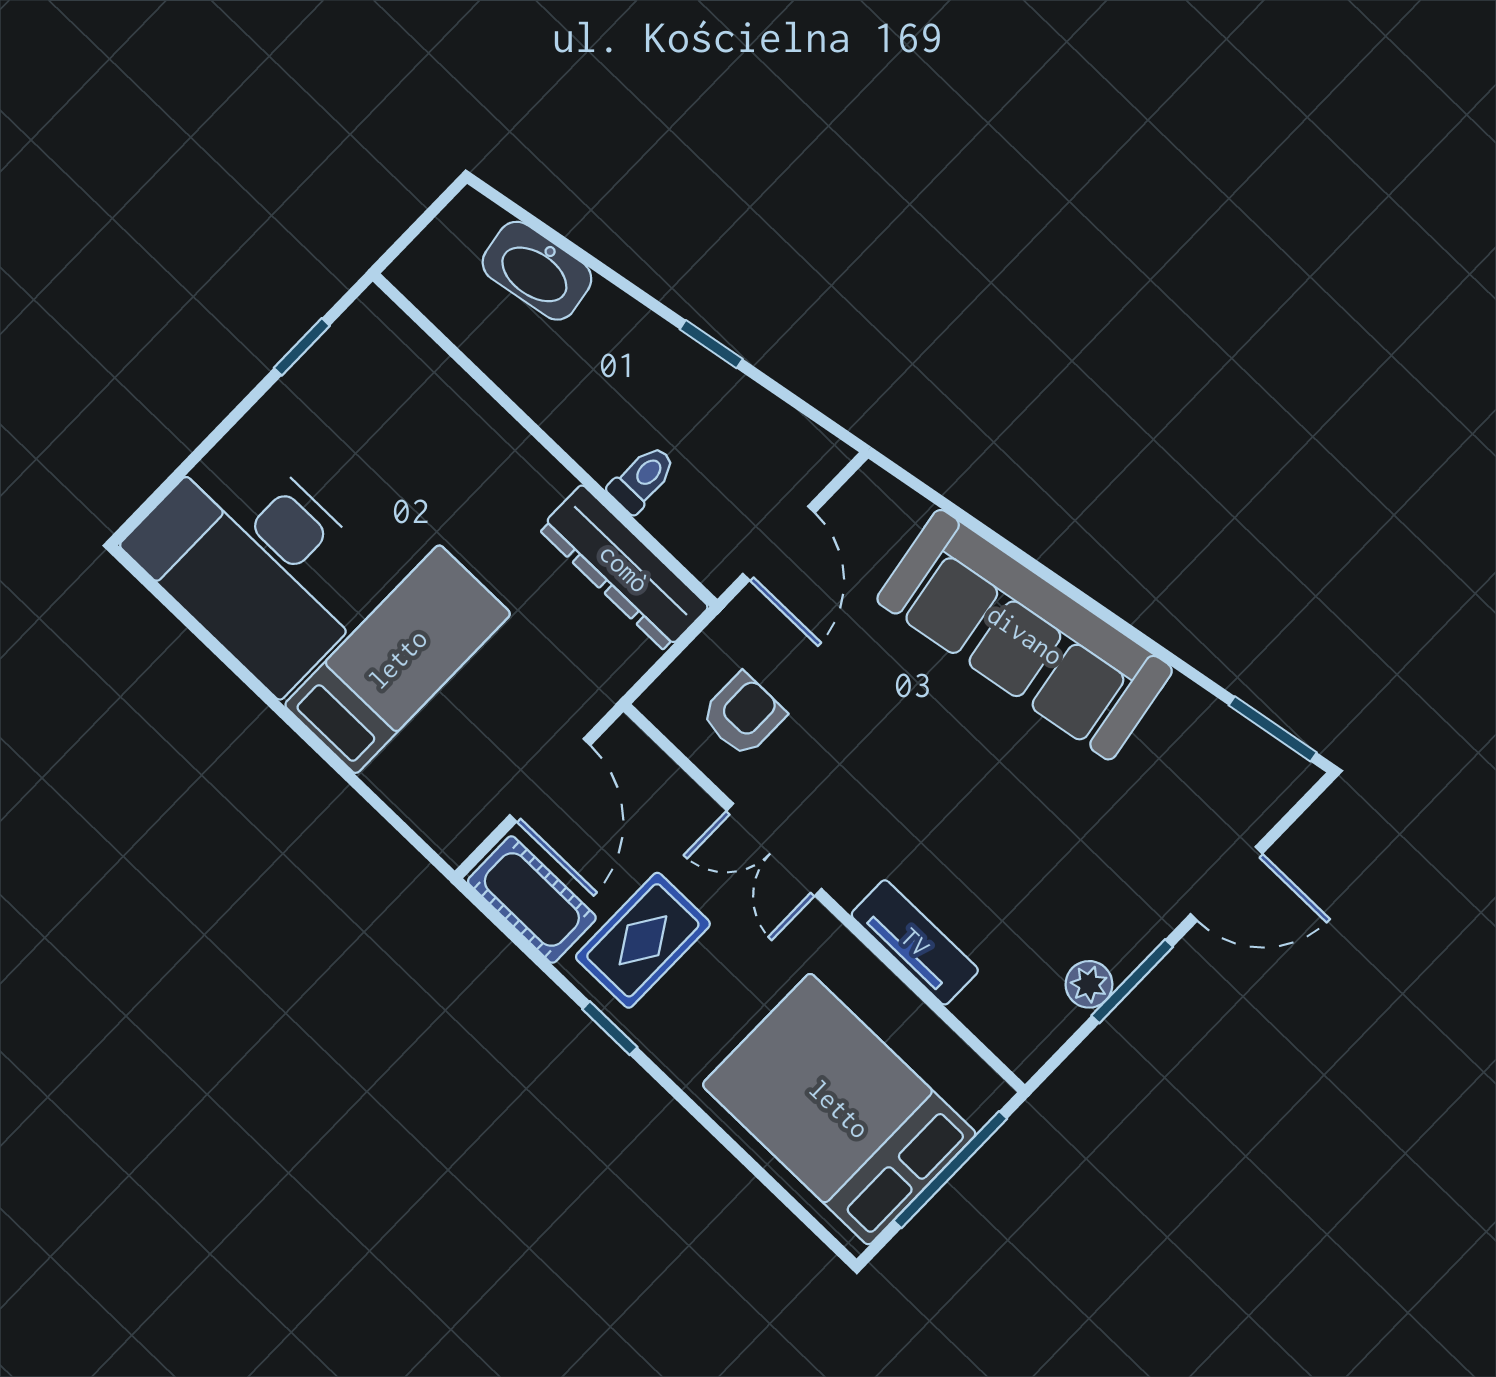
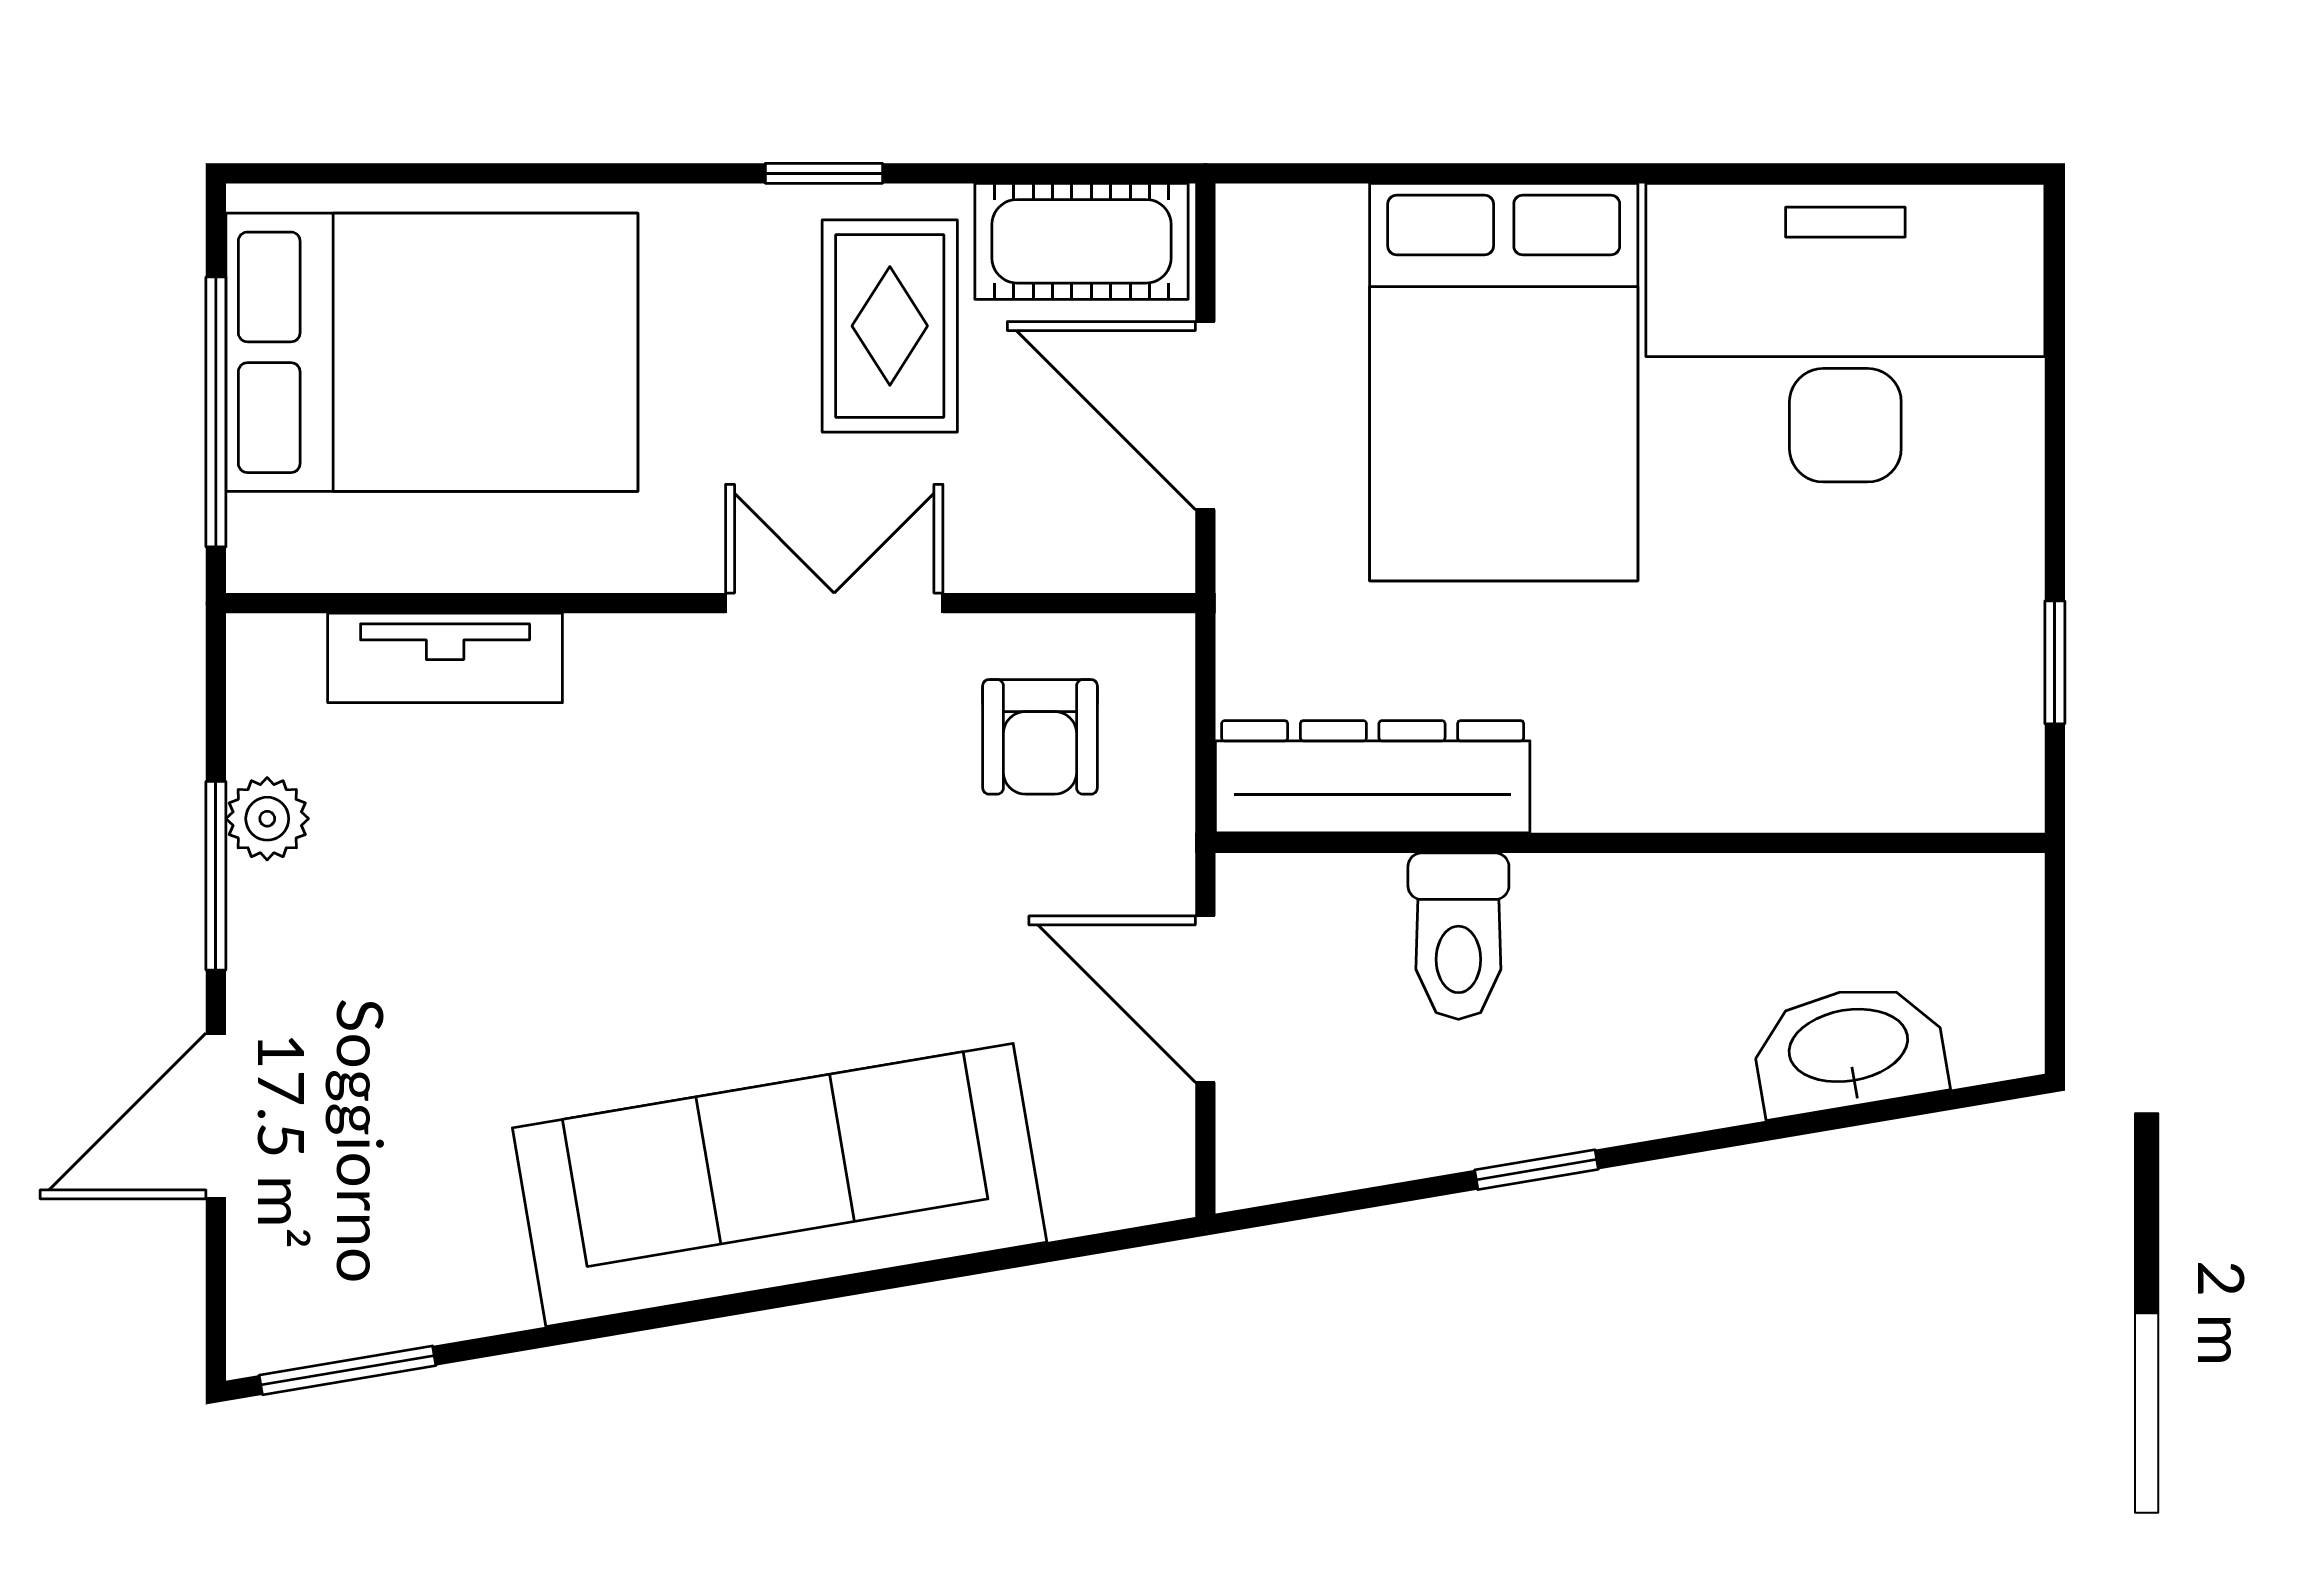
toilet: (642, 479) -> (1458, 936), width x1.37, depth x1.39
bed: (398, 659) -> (1504, 382), width x1.50
tv unit: (915, 942) -> (445, 658), moved

